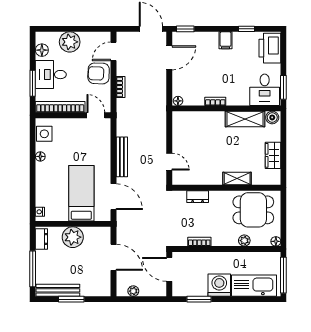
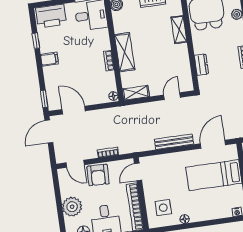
shelving: (245, 119) -> (125, 52), moved
shelving: (178, 125) -> (136, 93), added
side table: (44, 134) -> (163, 208), moved

